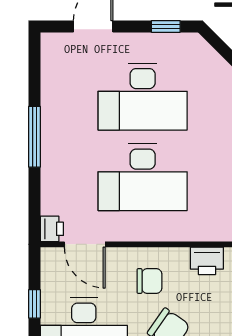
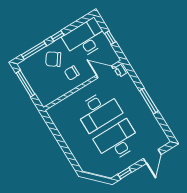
desk: (143, 177) -> (98, 111), turned 180
printer: (207, 261) -> (55, 94), removed

